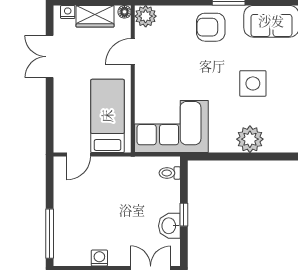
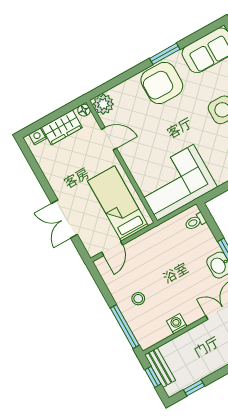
armchair: (211, 27) -> (162, 83), width x1.36, depth x1.36
door: (133, 51) -> (109, 139), swing flipped
double door: (50, 57) -> (64, 219), moved
stool: (77, 215) -> (138, 299), added

